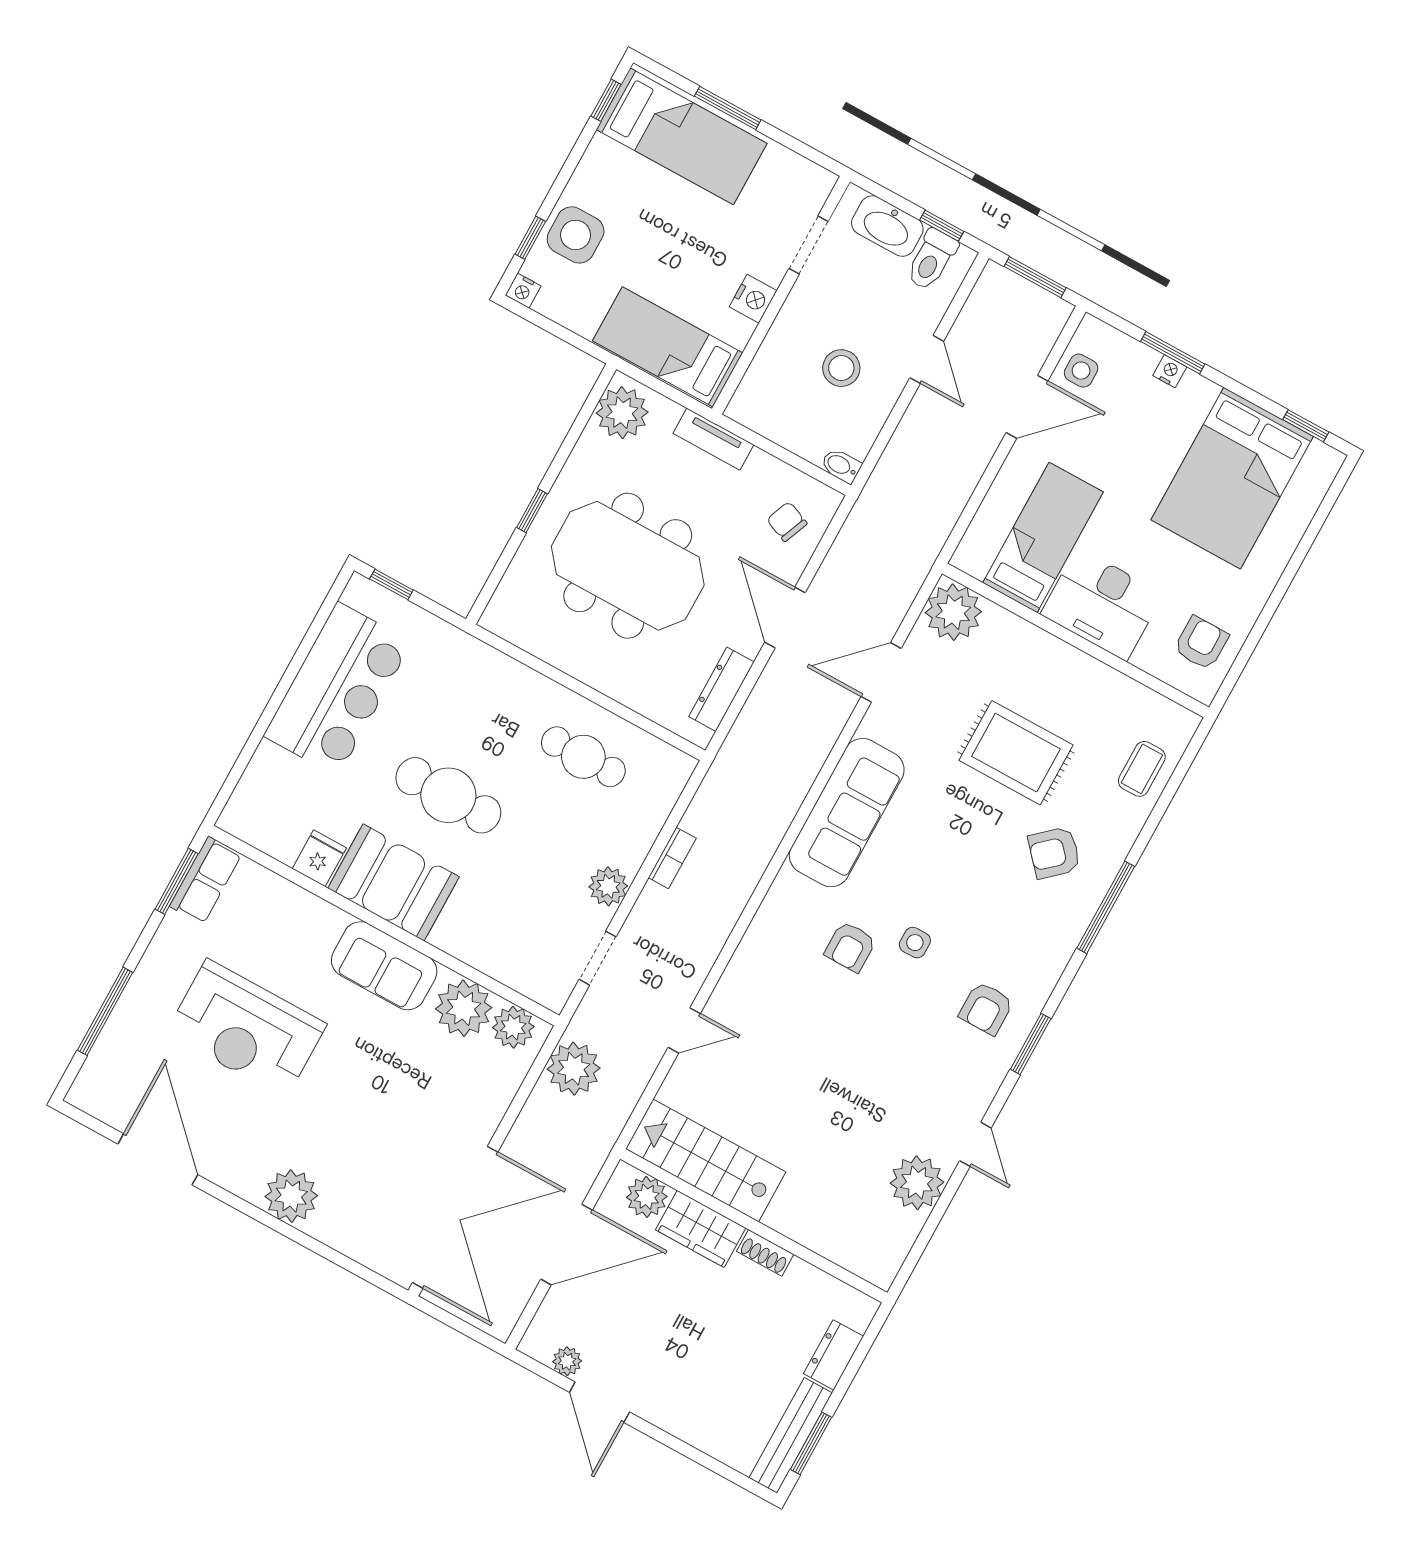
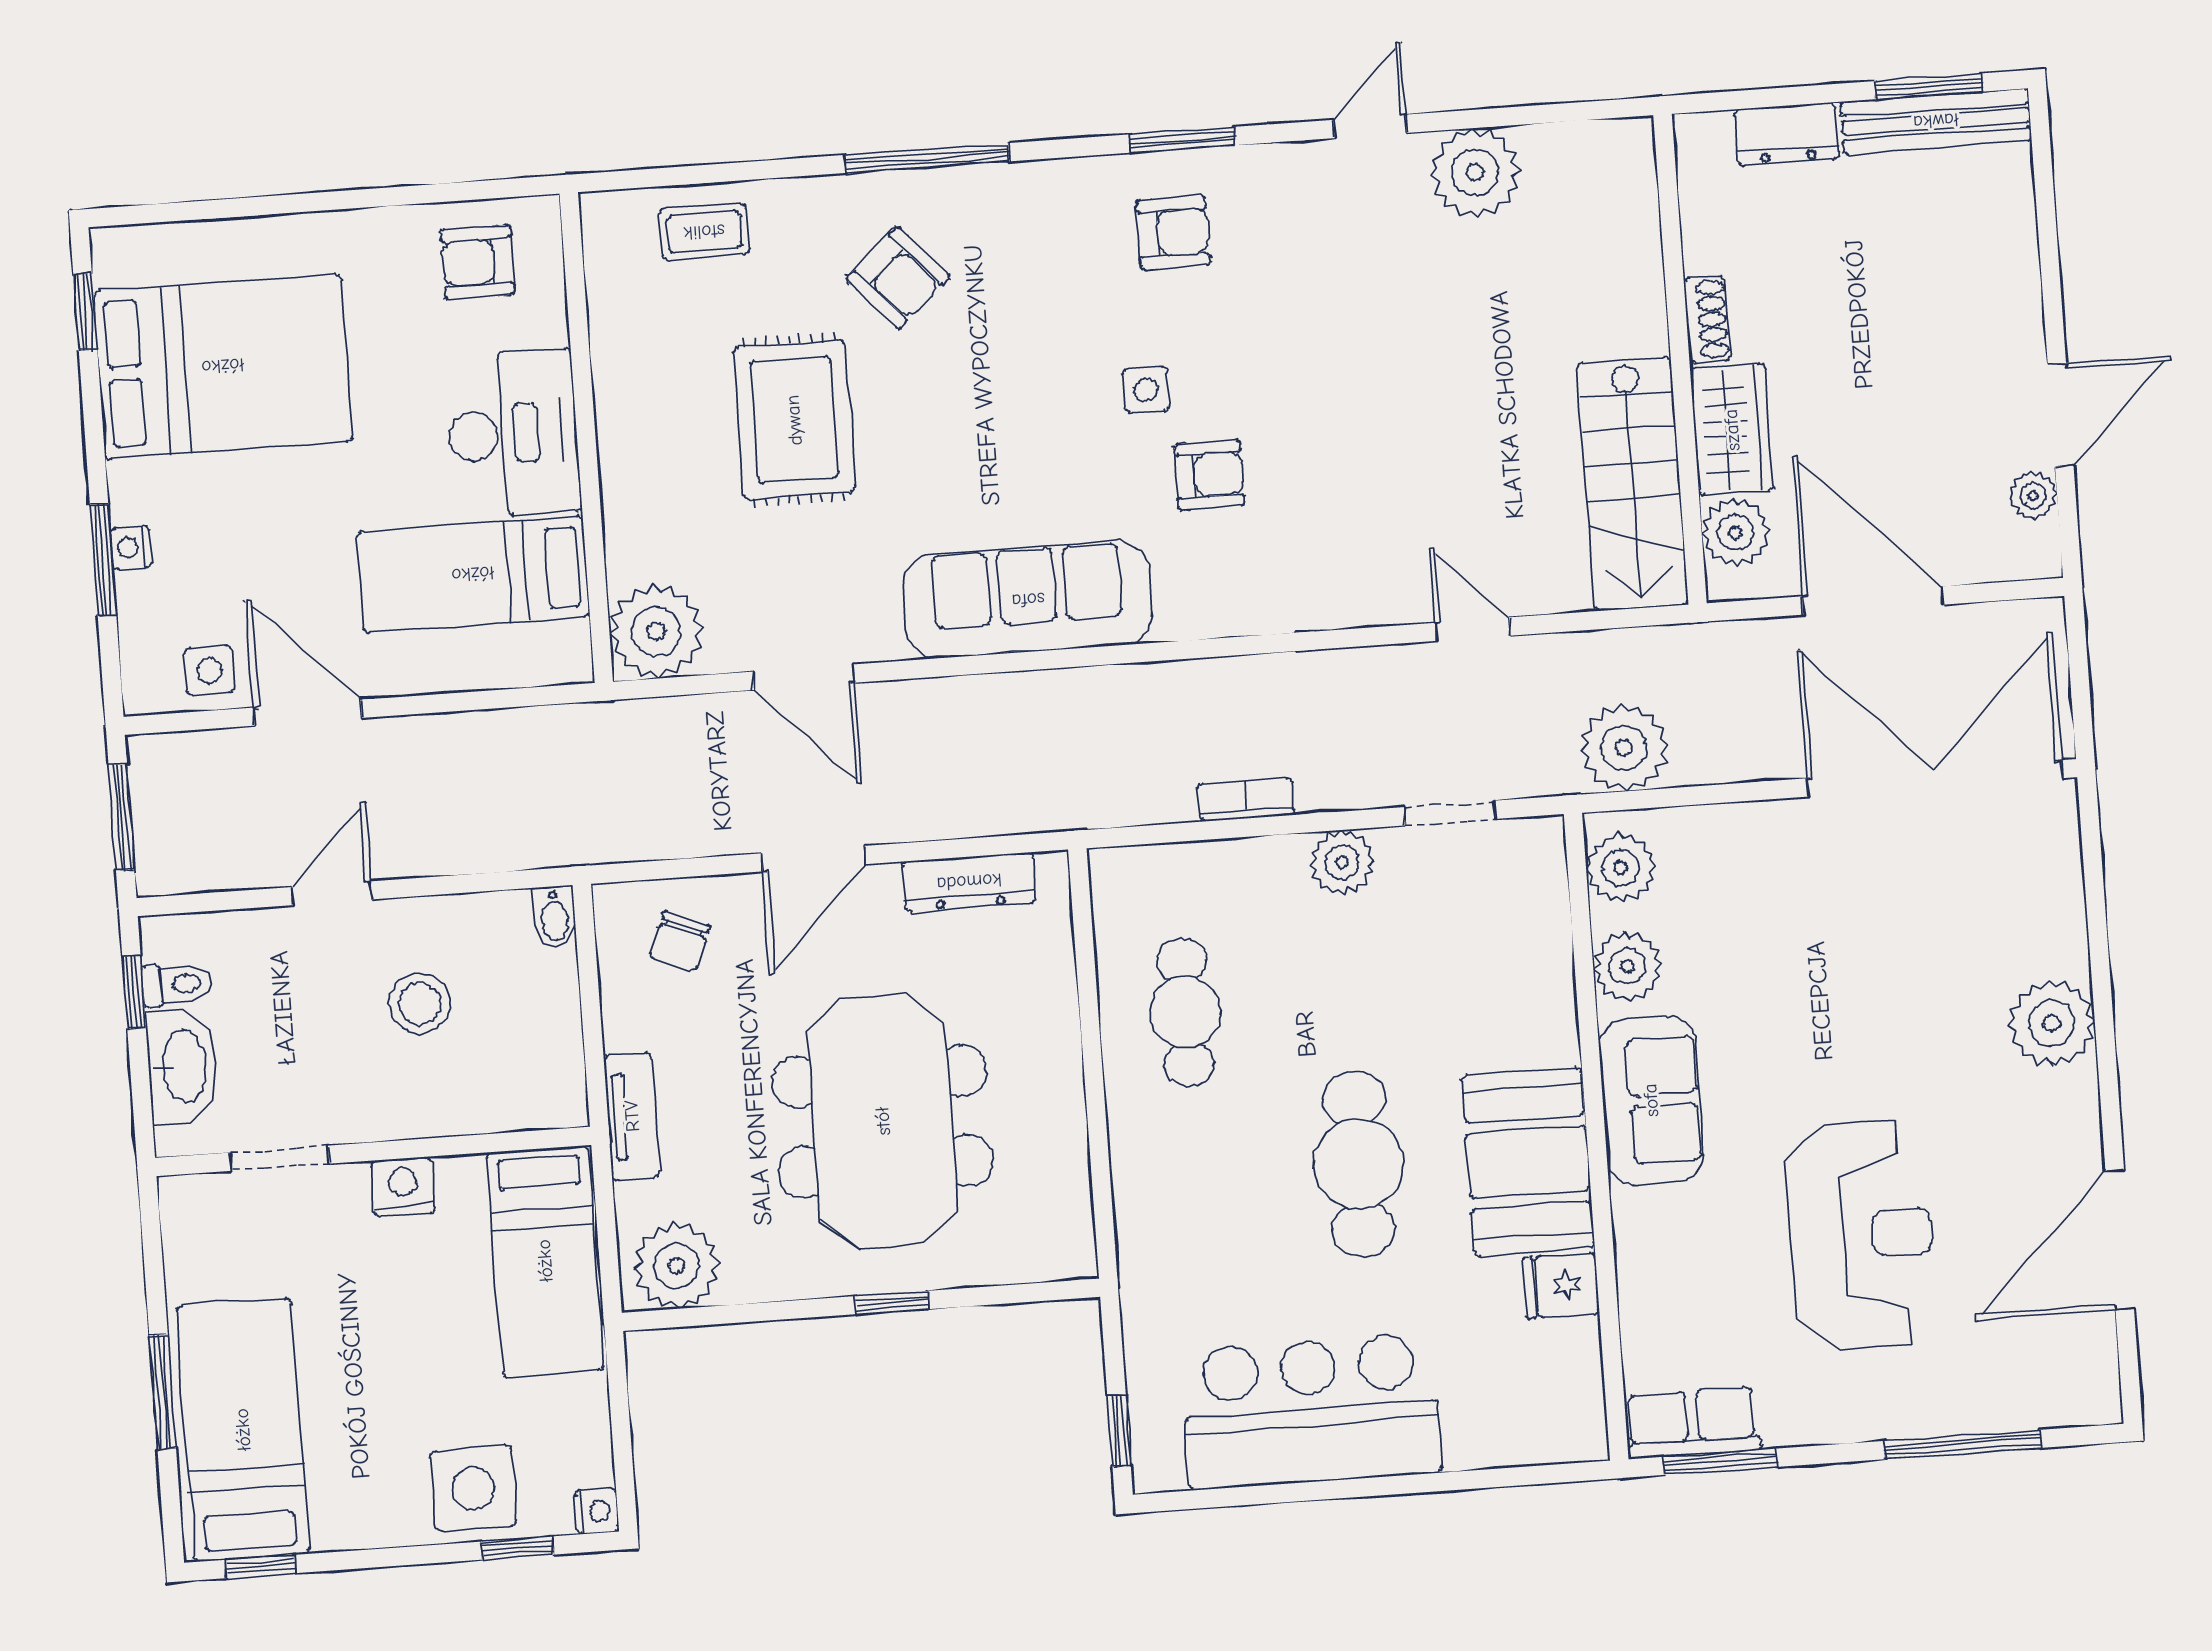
toilet: (932, 260) -> (177, 984), width x0.73, depth x0.72
plant: (464, 1008) -> (1627, 966), width x0.73, depth x0.73

